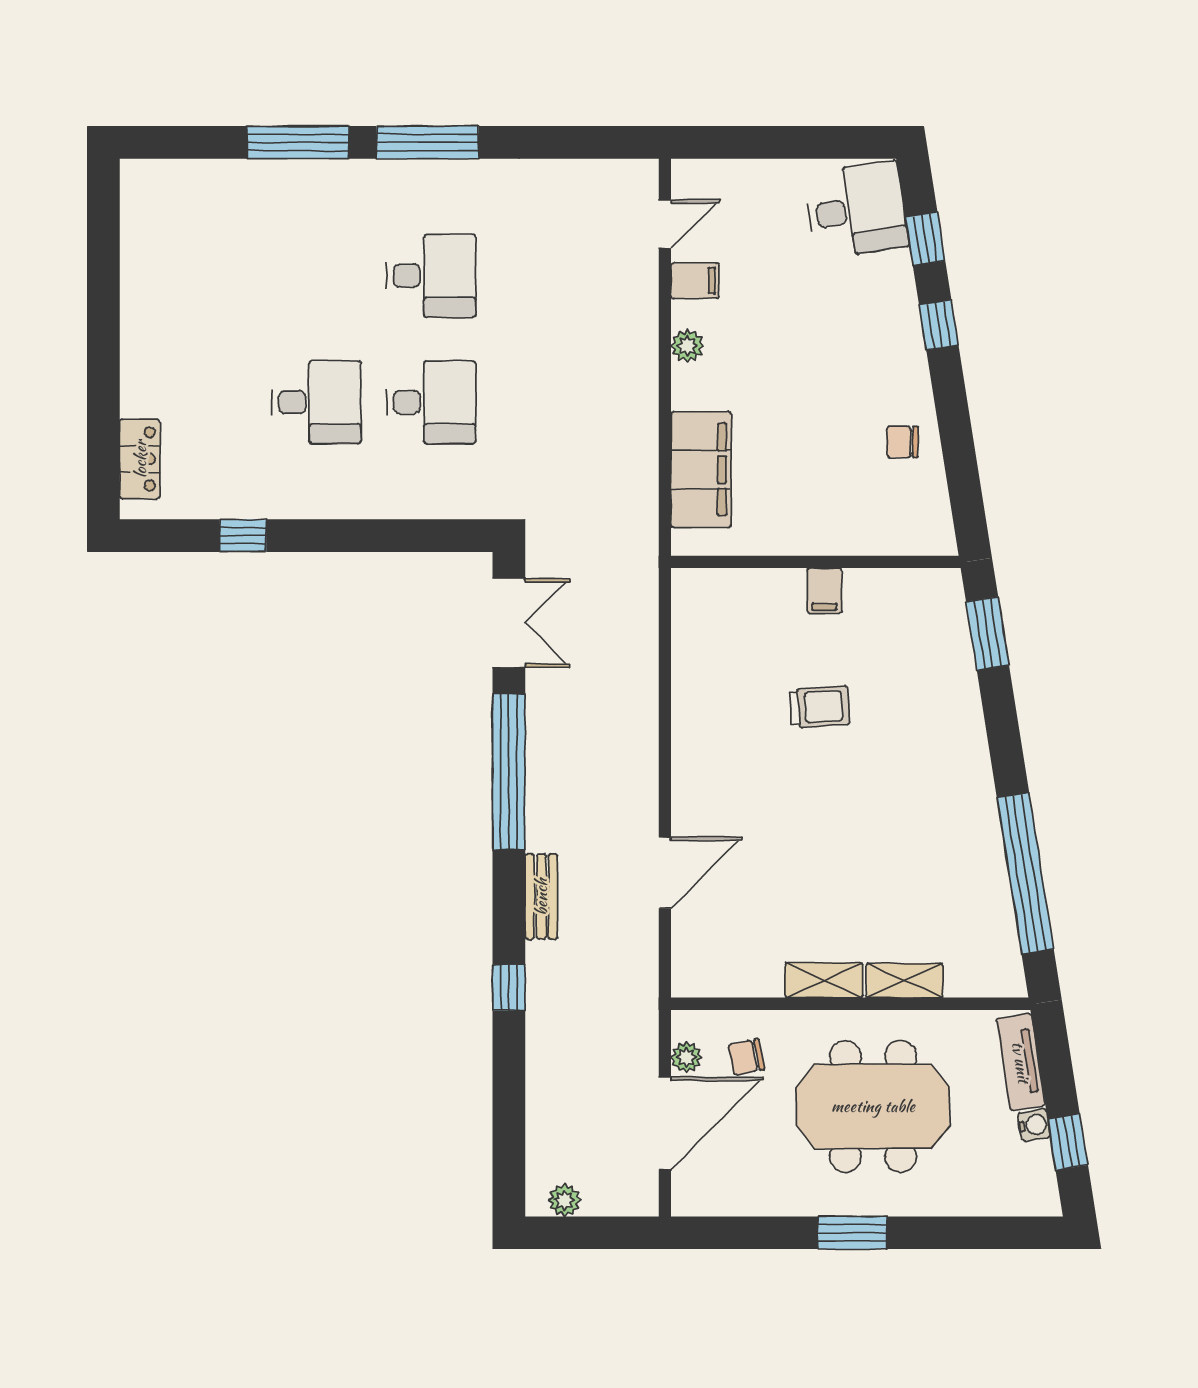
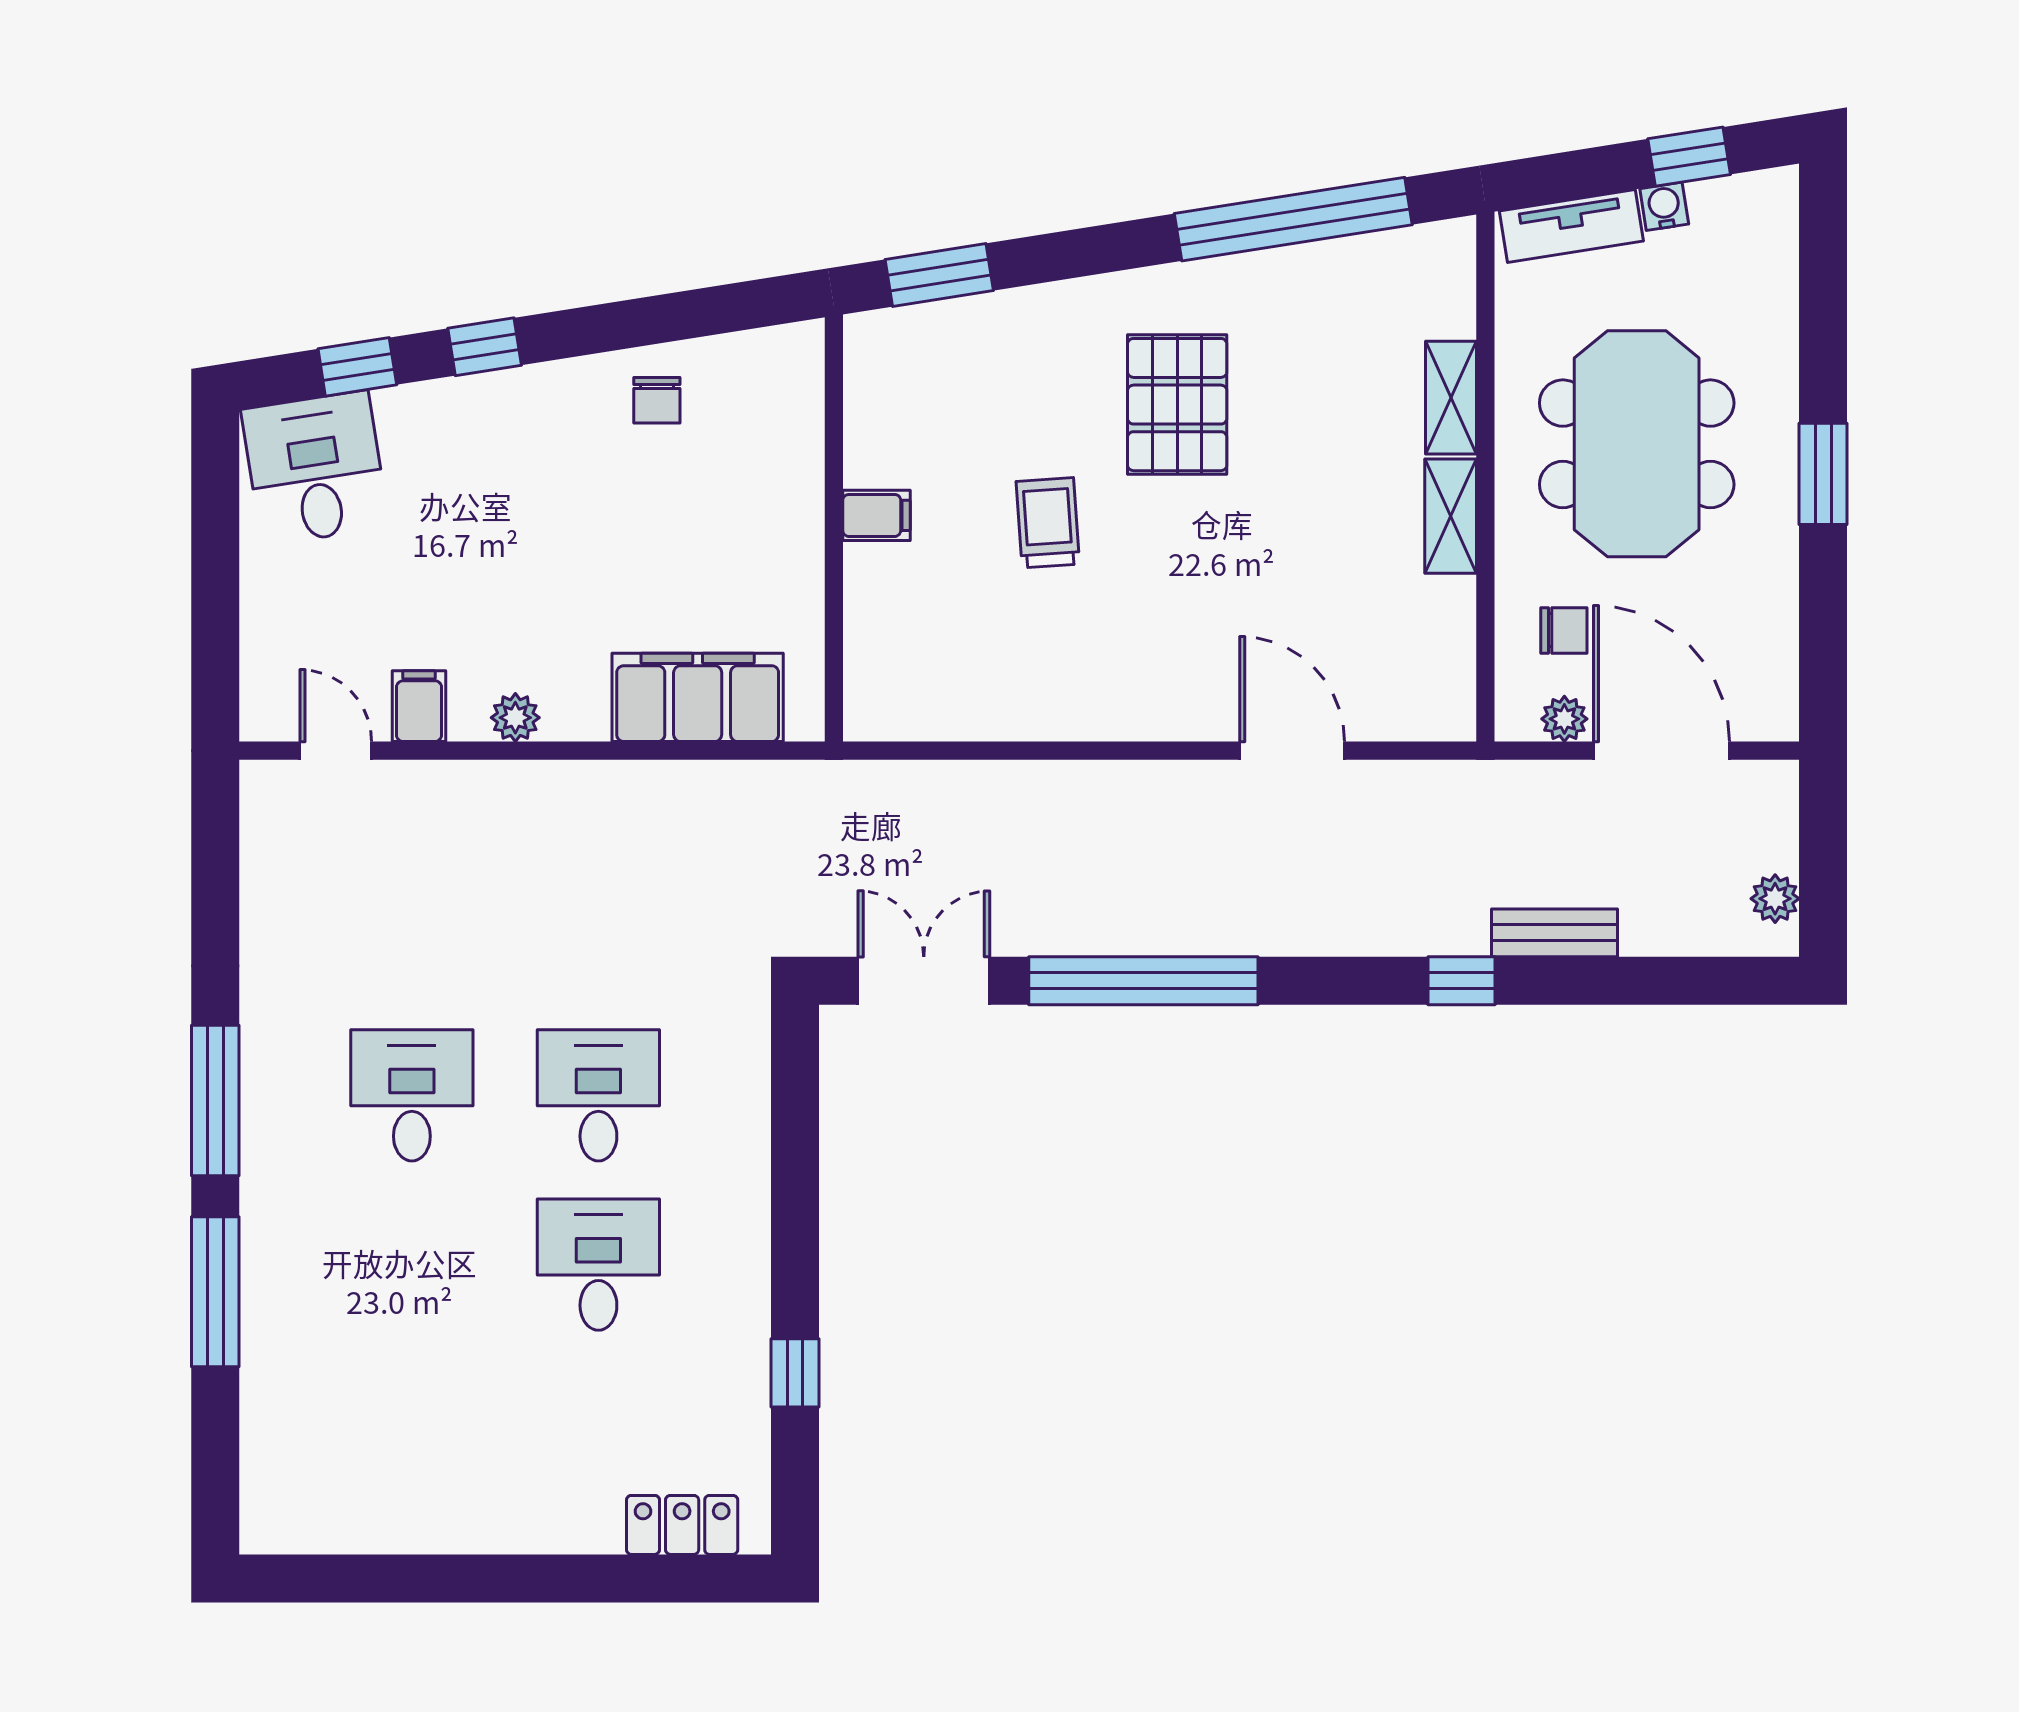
pallet: (900, 795) -> (1177, 405), added
bench: (541, 897) -> (1554, 933), moved
chair: (746, 1057) -> (1564, 630), turned -79

